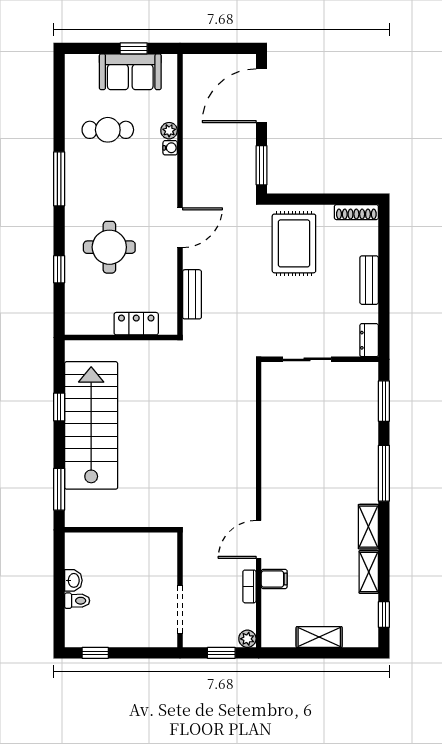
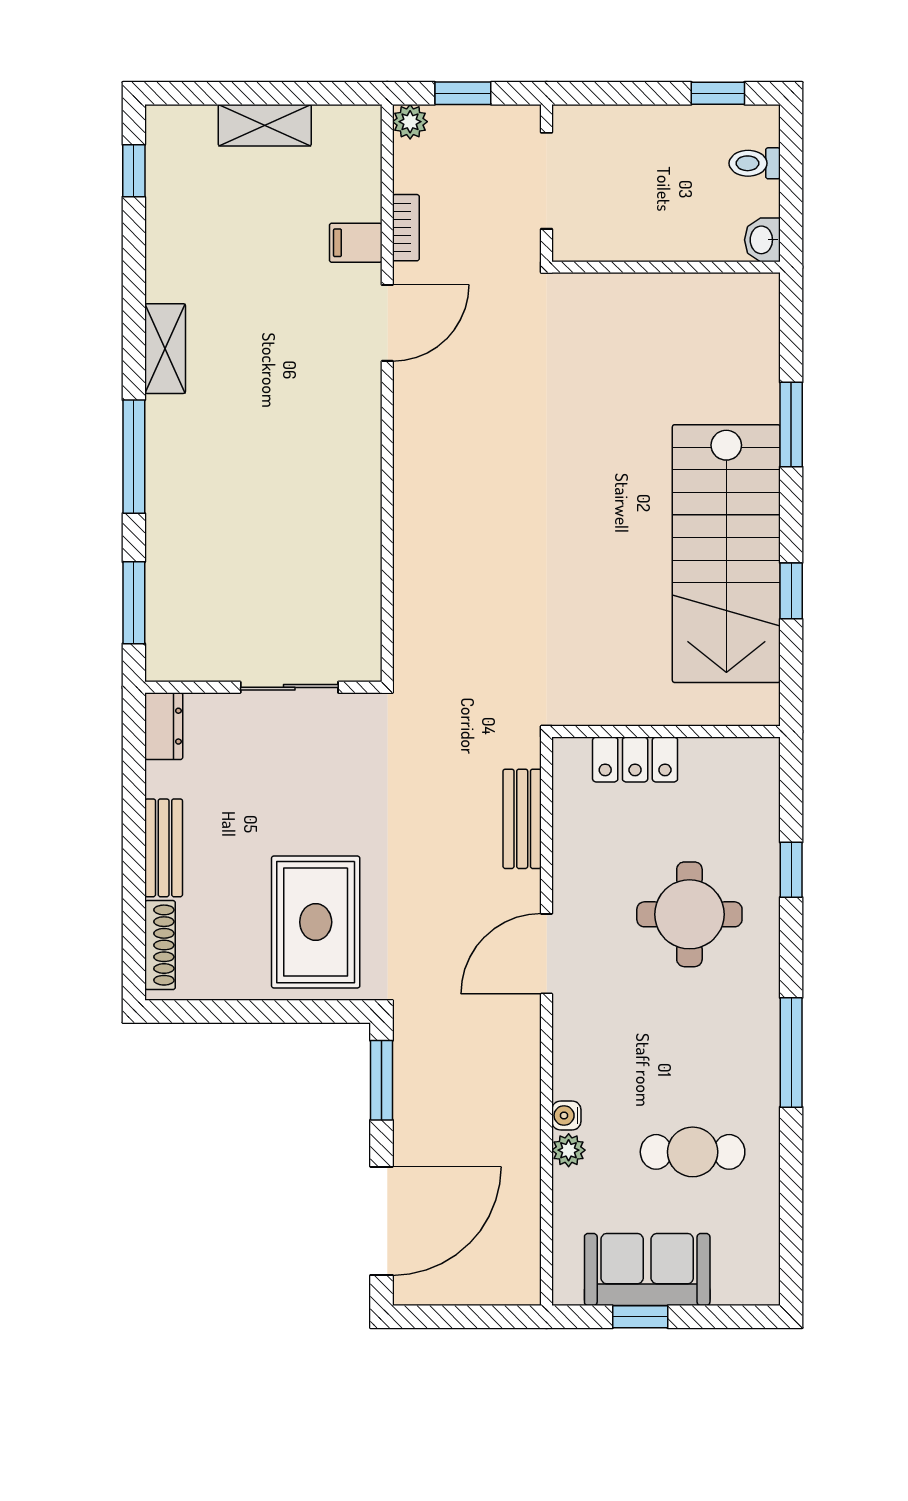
shoe rack: (356, 212) -> (160, 945), moved, turned 90
wall: (121, 530) -> (666, 267), moved
shelving: (369, 572) -> (164, 257), removed
toilet: (77, 601) -> (755, 163), moved

